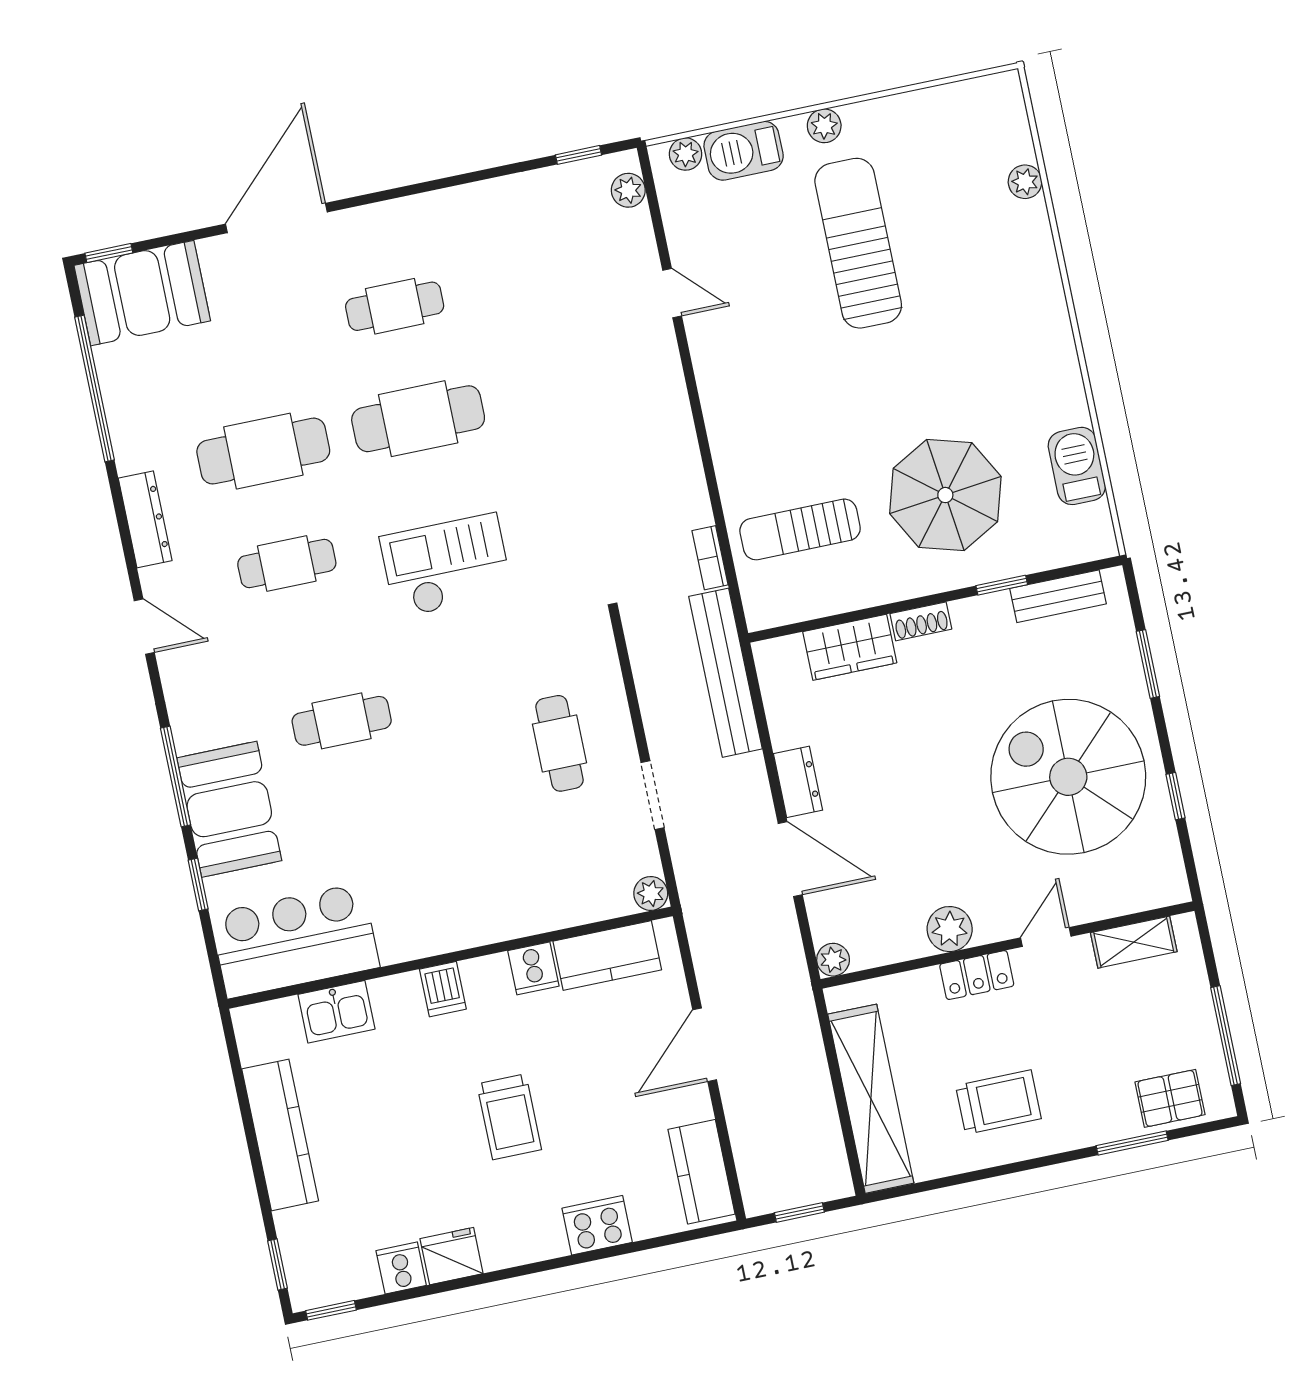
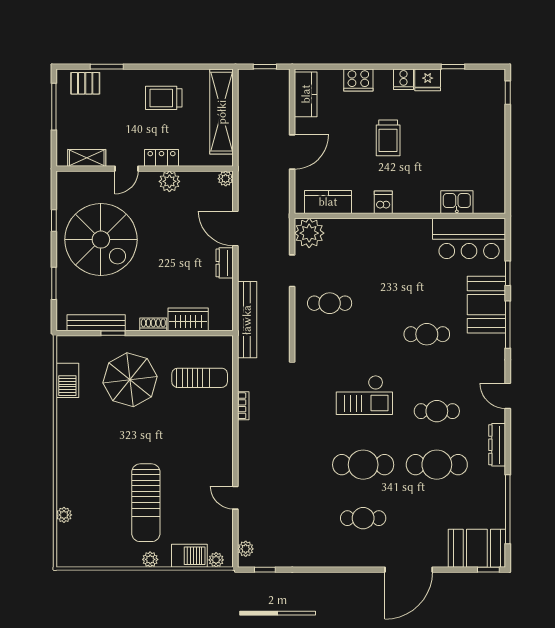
bookcase: (710, 558) -> (243, 406), moved
bench: (1058, 596) -> (96, 323), width x1.36
cafe table: (559, 743) -> (330, 303), turned 90
plant: (651, 893) -> (309, 233), width x1.87, depth x1.87
cooker: (533, 968) -> (363, 203), removed
dishwasher: (443, 989) -> (383, 202), moved
trolley: (509, 1117) -> (388, 138), turned 180
kitchen counter: (280, 1135) -> (494, 151), removed
cooker: (401, 1268) -> (404, 79), moved
window: (331, 1310) -> (453, 67), moved

